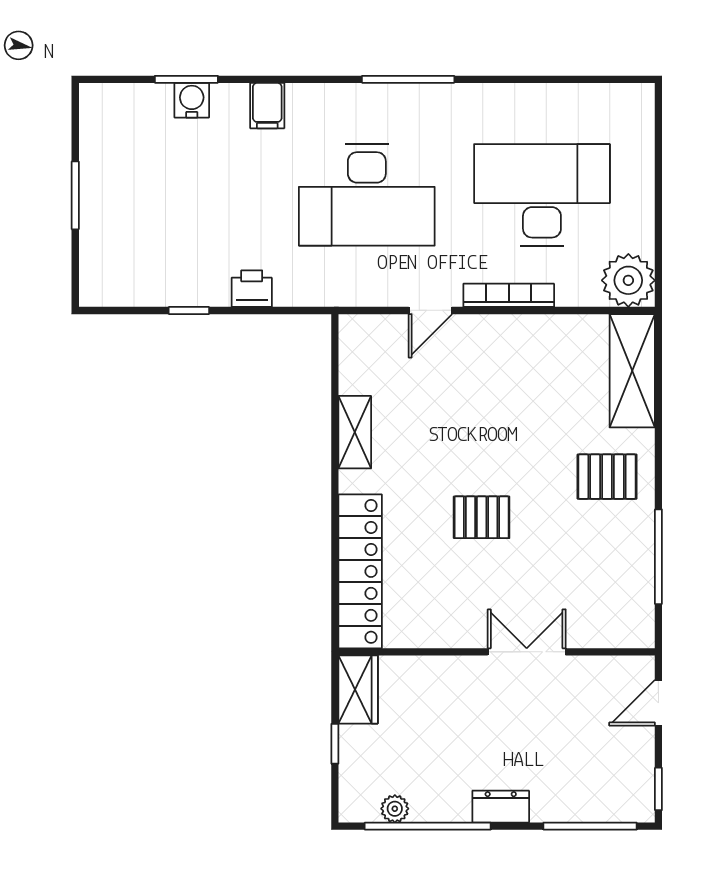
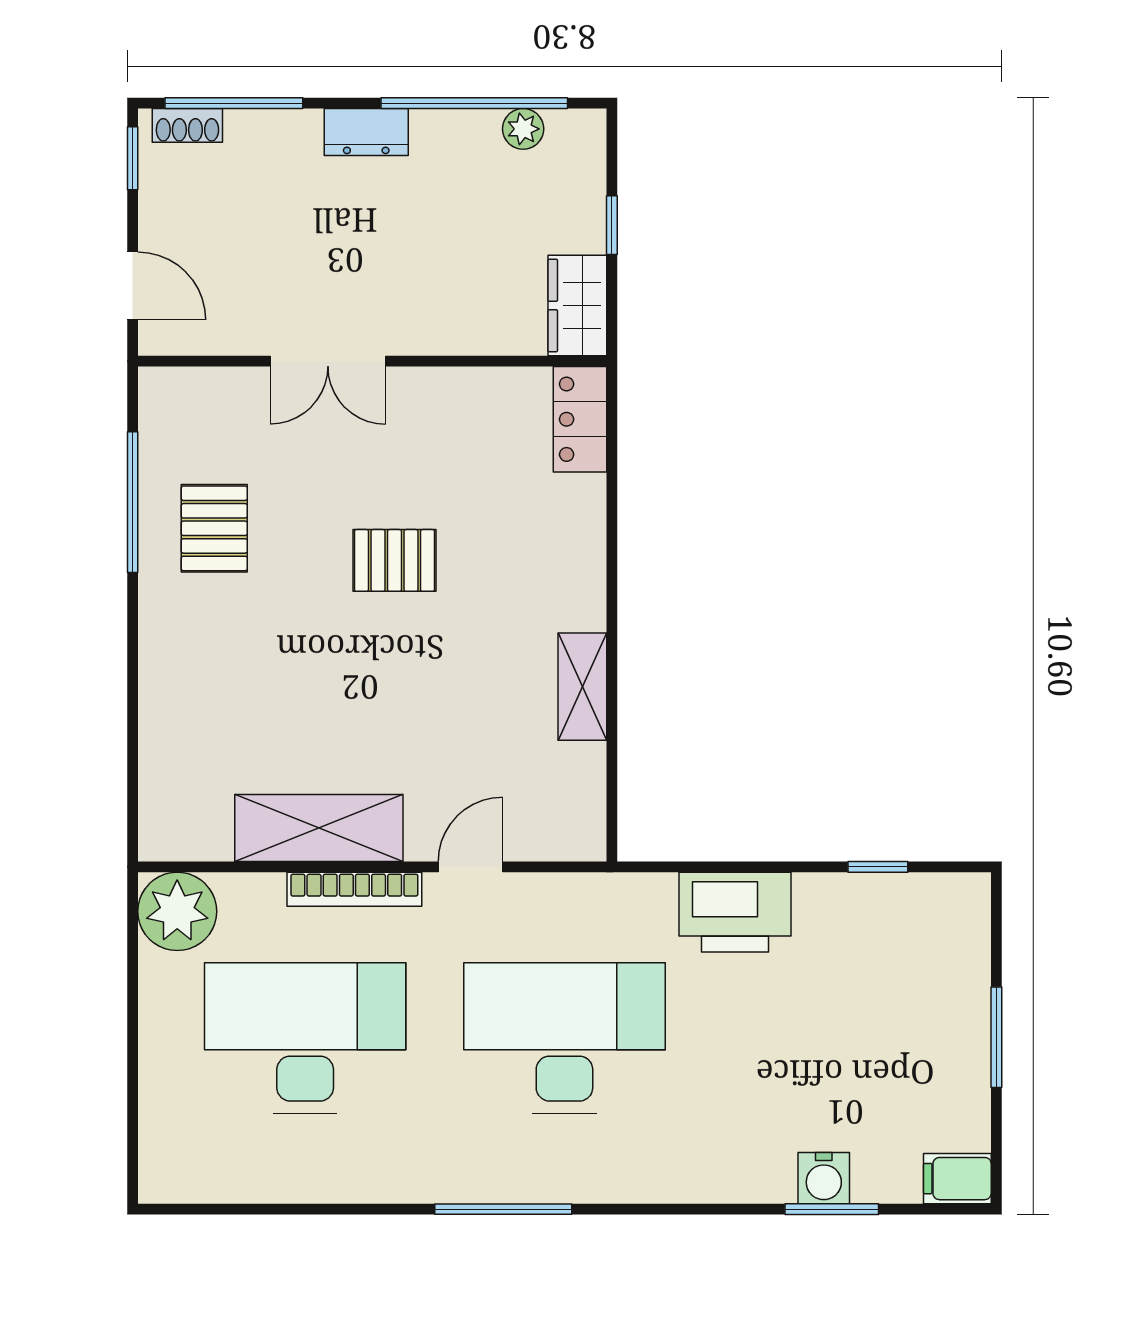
filing cabinet: (267, 106) -> (957, 1179), moved, turned -90
desk: (542, 195) -> (305, 1038), turned 180
printer: (252, 289) -> (735, 912), width x1.87, depth x1.48
window: (189, 310) -> (878, 867), moved
shelving: (632, 371) -> (319, 828), moved, turned 90
pallet: (607, 477) -> (214, 528), moved, turned 90
locker: (360, 571) -> (580, 419), width x0.46, depth x0.83
door: (658, 703) -> (133, 286), hinge flipped
shoe rack: (621, 811) -> (187, 125), added

